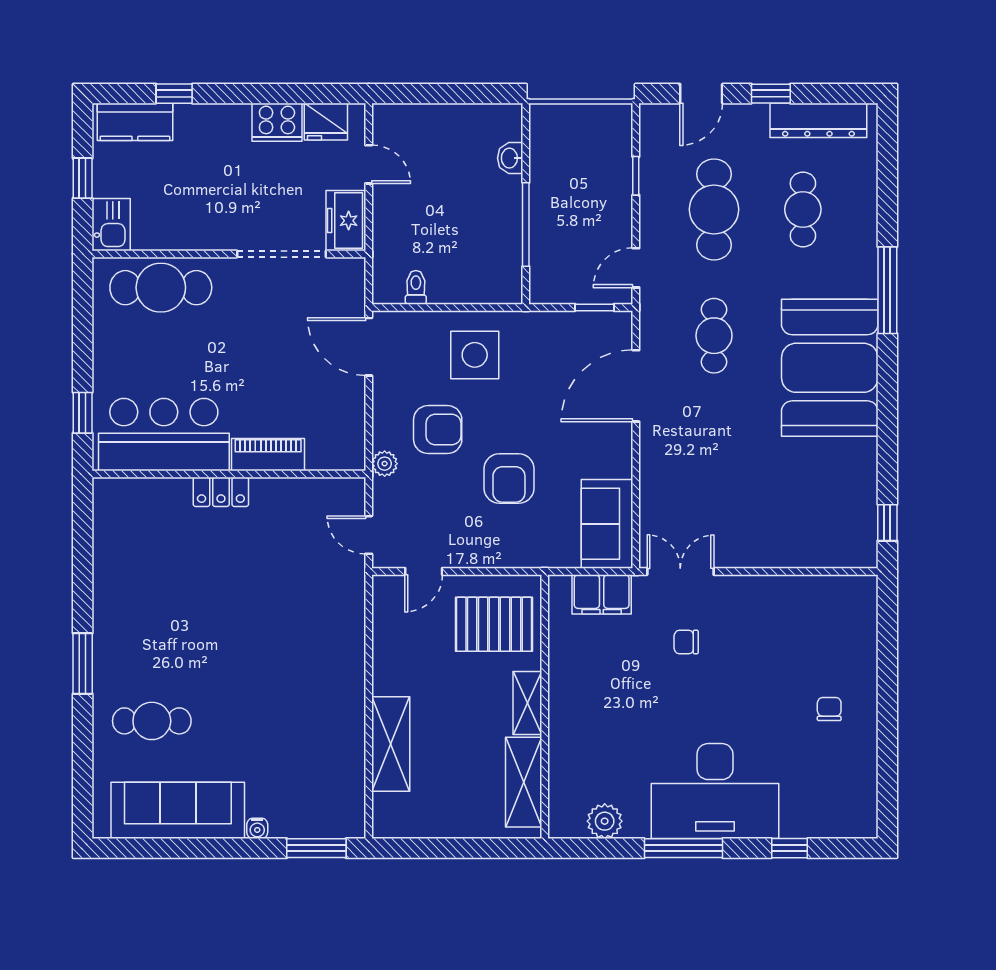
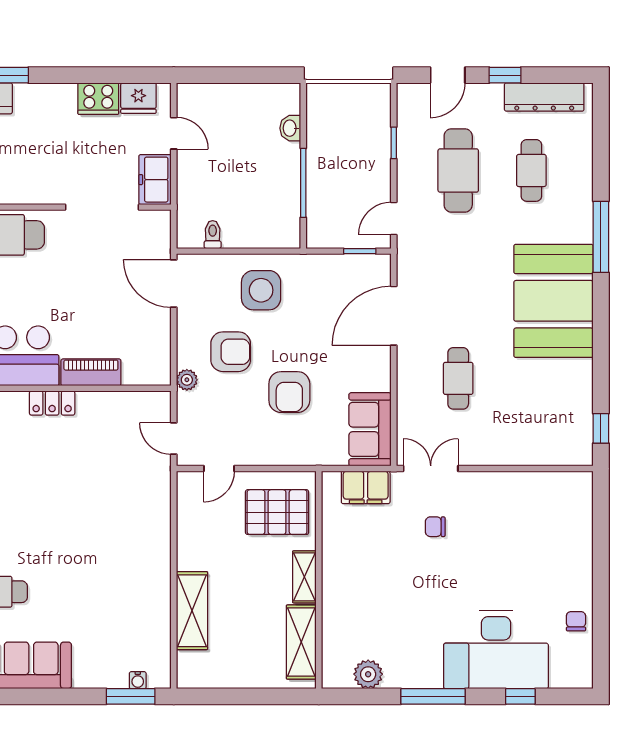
cafe table: (714, 336) -> (458, 378), moved
chair: (829, 709) -> (576, 621), moved
desk: (715, 791) -> (496, 649), moved
water cooler: (257, 828) -> (138, 680), moved

